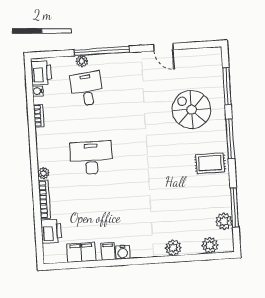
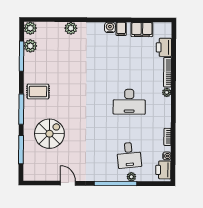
spiral stairs: (191, 110) -> (49, 134), turned -90
plant: (210, 245) -> (30, 28), moved

